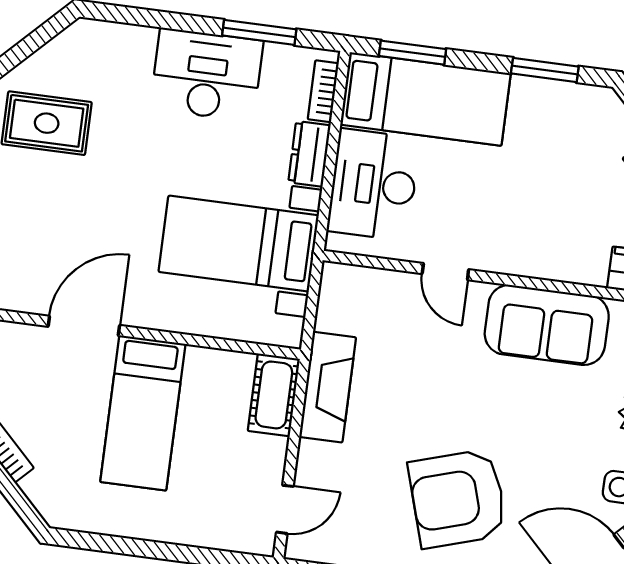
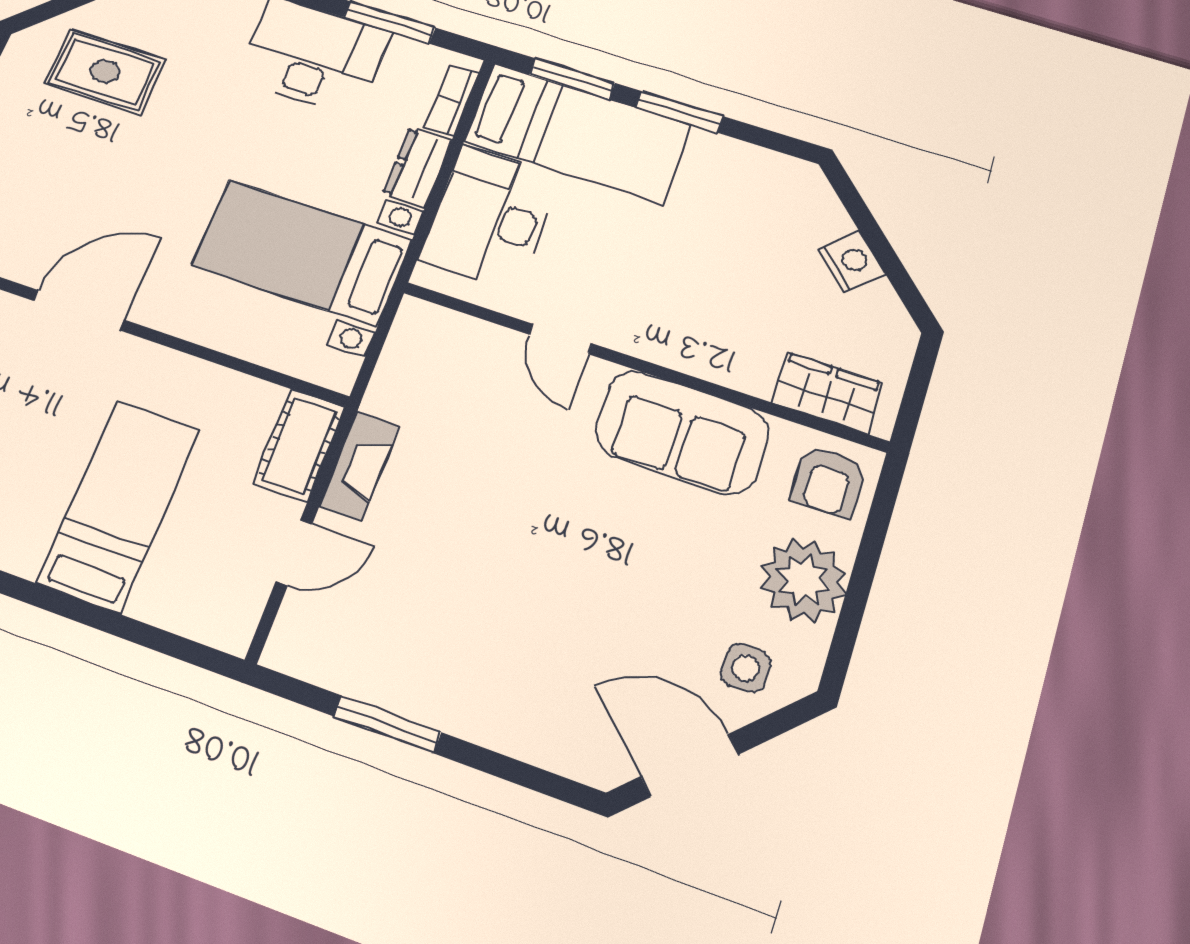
window: (545, 70) -> (679, 112), moved
fireplace: (328, 387) -> (359, 466), width x0.73, depth x0.76
bed: (143, 413) -> (119, 505), moved, turned 180
armchair: (458, 499) -> (516, 635), removed
door: (285, 509) -> (294, 553), moved

